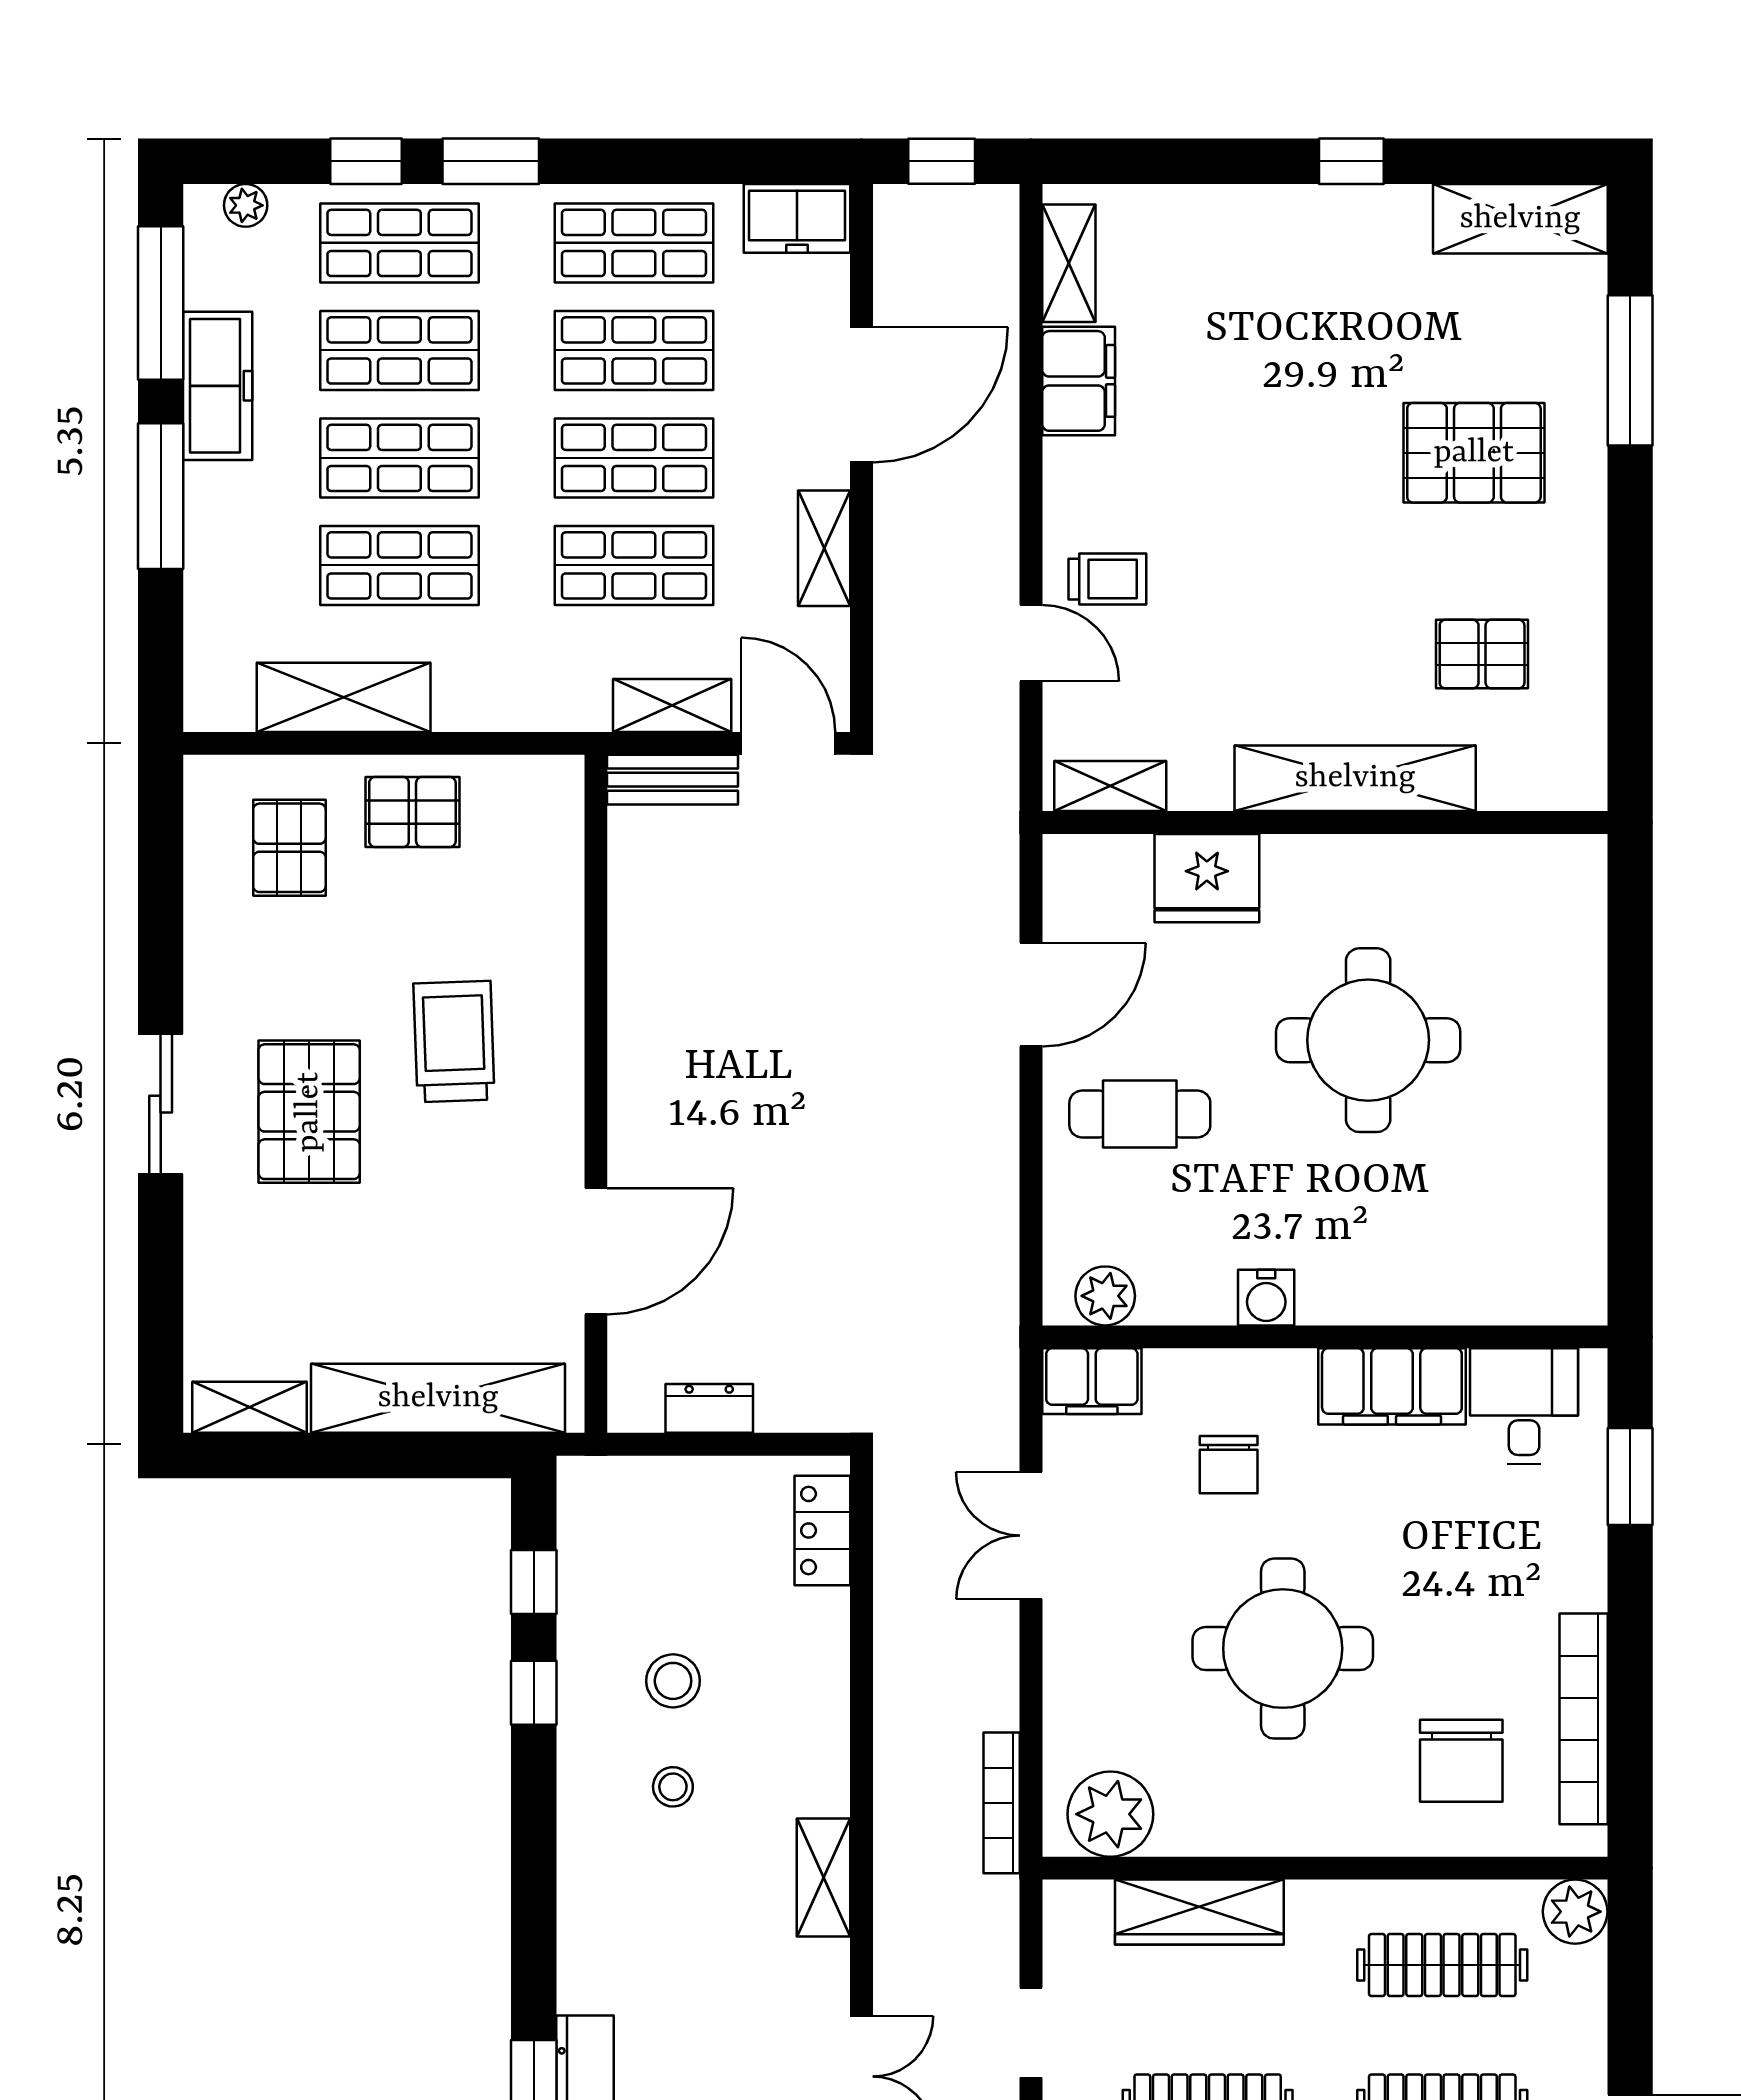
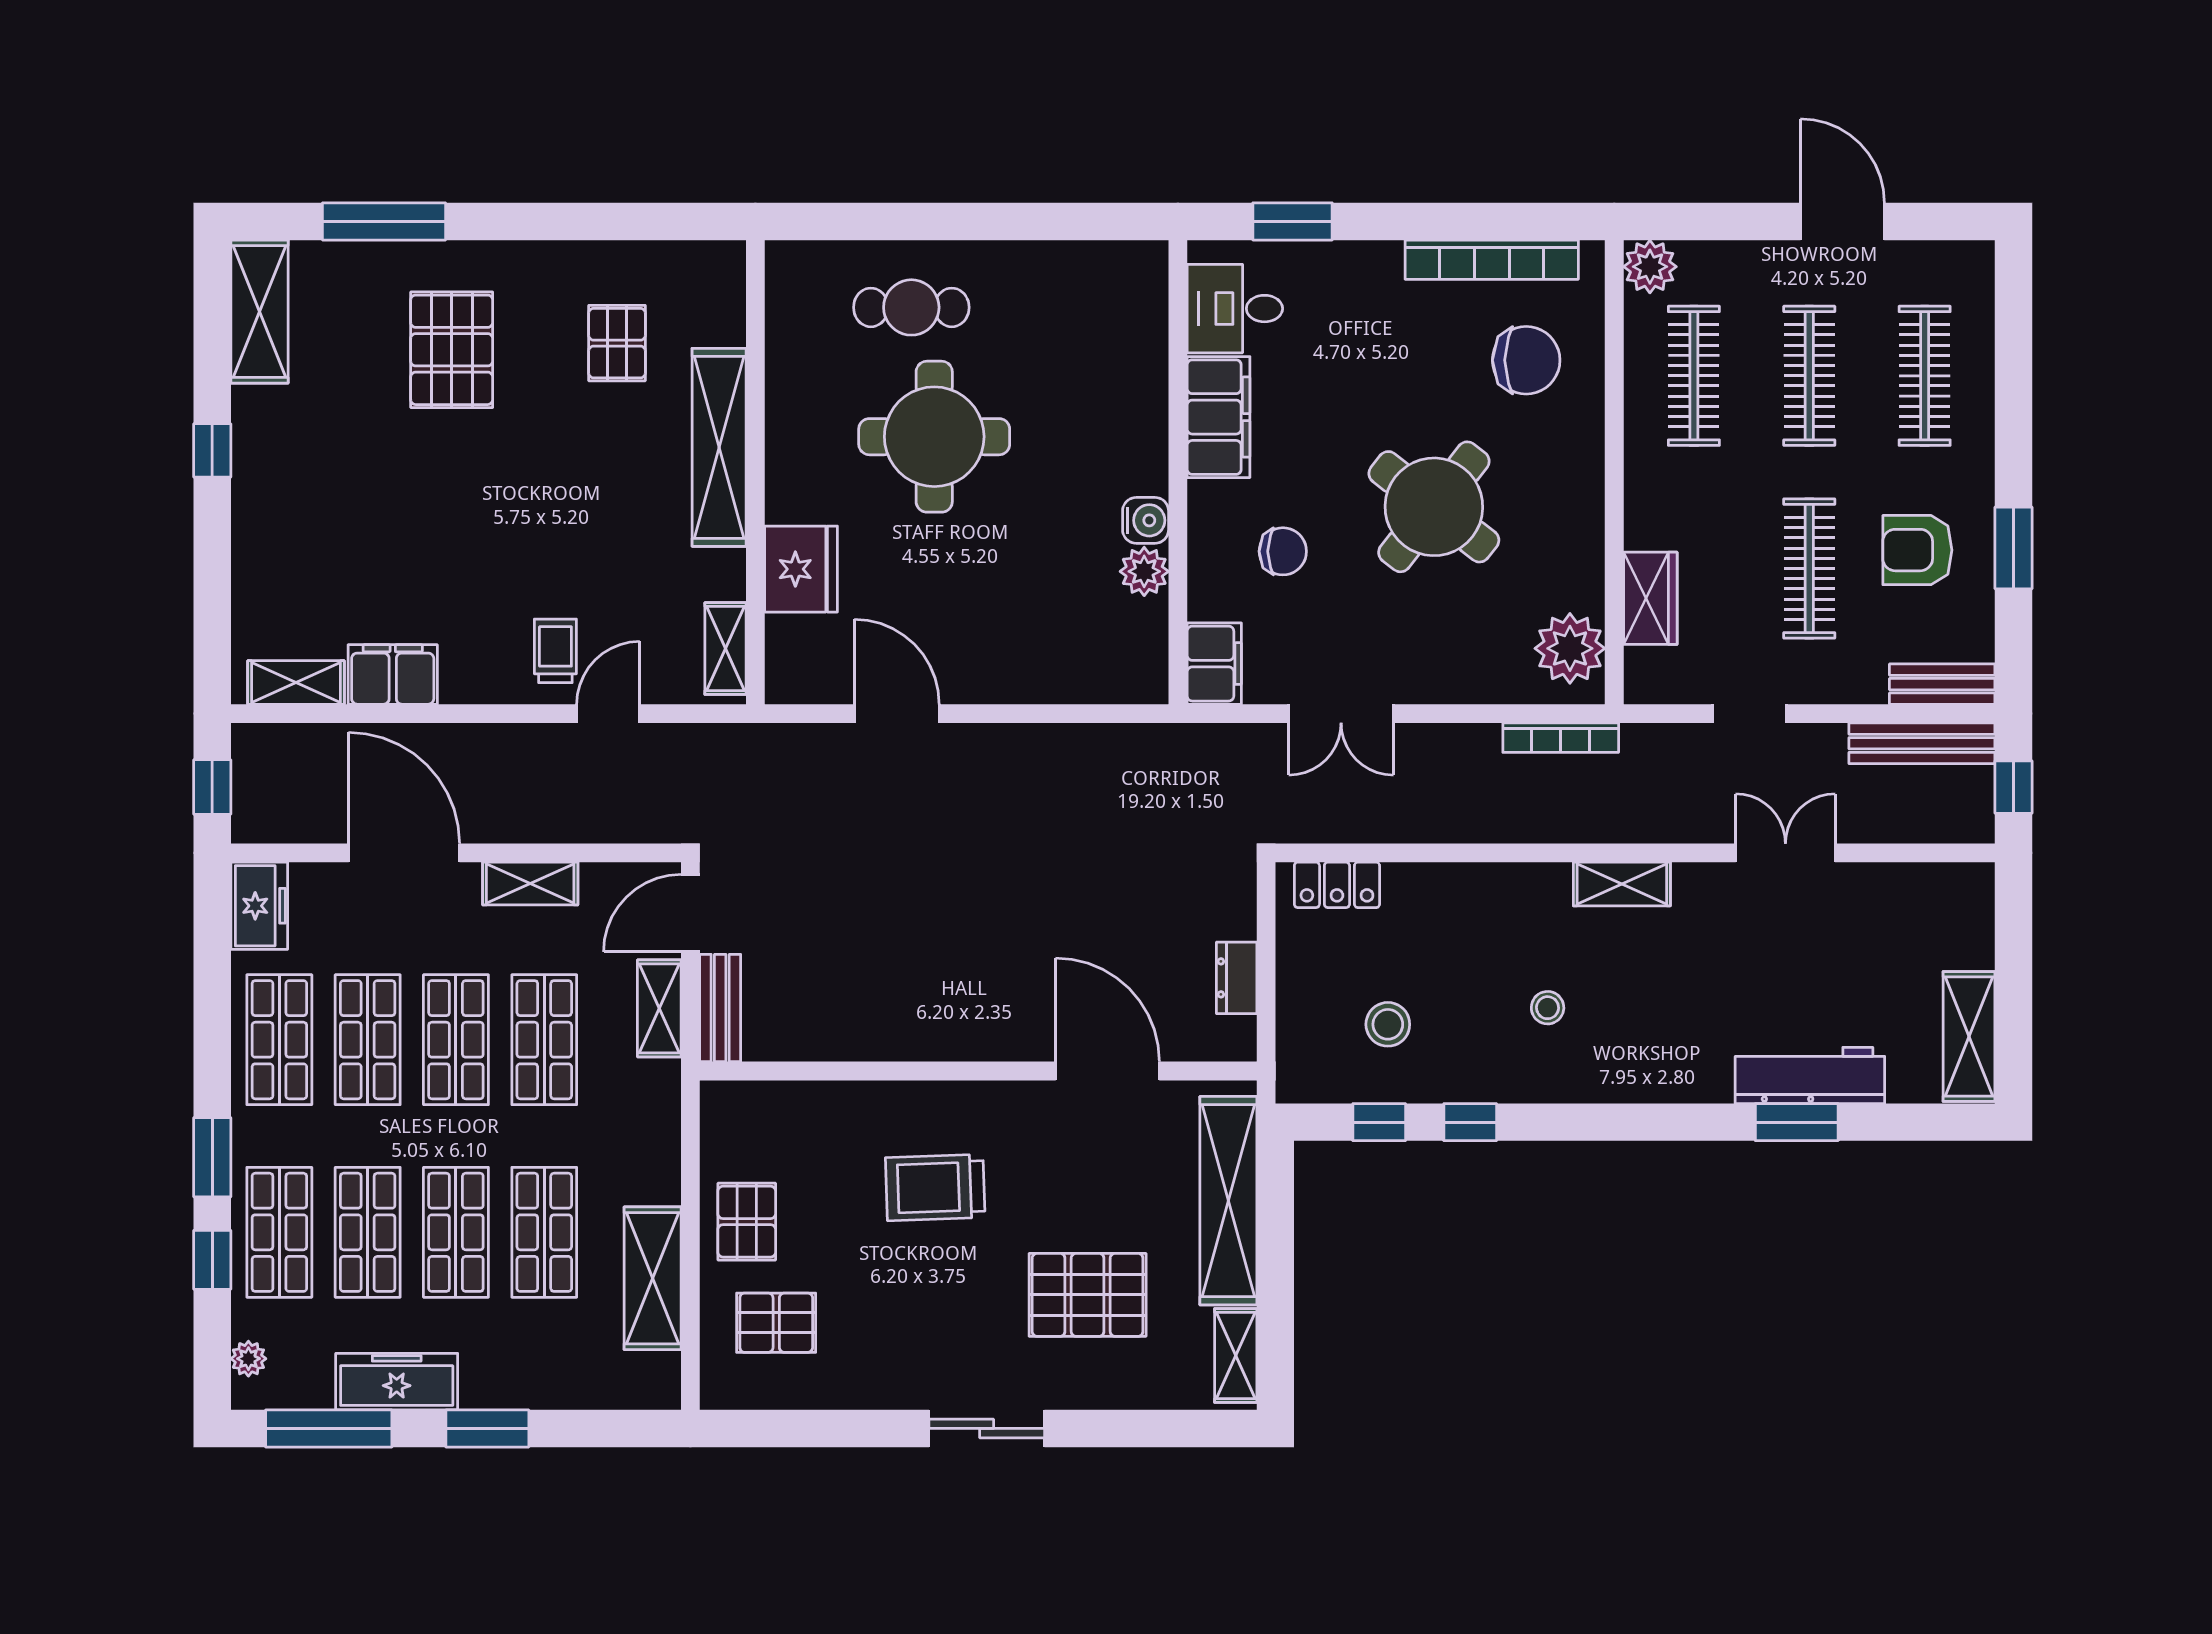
window: (161, 496) -> (487, 1428), width x0.69
pallet: (309, 1112) -> (1088, 1295), moved
cafe table: (1140, 1114) -> (911, 307), moved, turned 90
plant: (1105, 1296) -> (1144, 571), moved
round table: (1283, 1649) -> (1434, 507), turned 38
stool: (673, 1681) -> (1388, 1024), moved
wardrobe: (1199, 1912) -> (1650, 598), width x0.67

